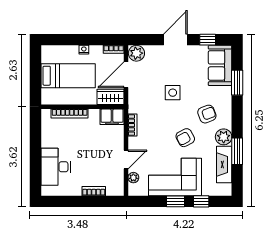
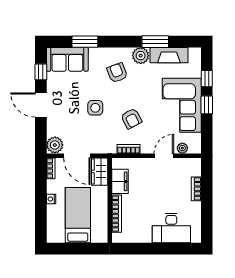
filing cabinet: (112, 117) -> (120, 181), moved
armchair: (185, 138) -> (131, 119), moved
door: (126, 160) -> (164, 156), hinge flipped

